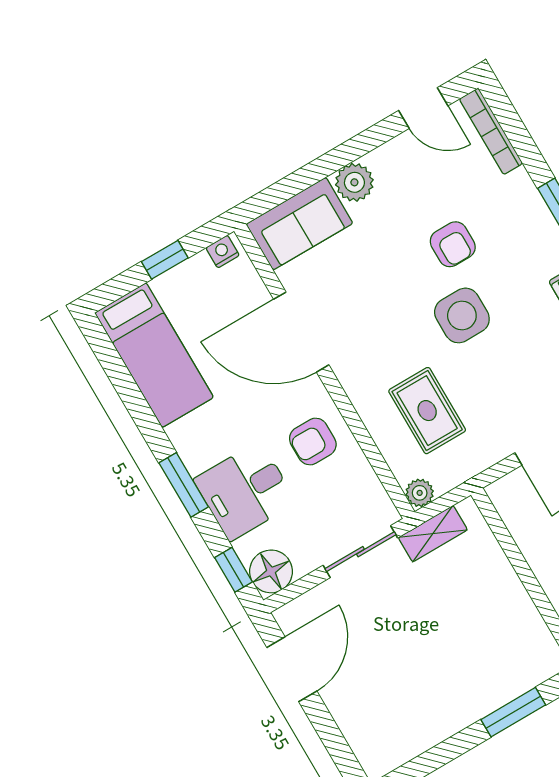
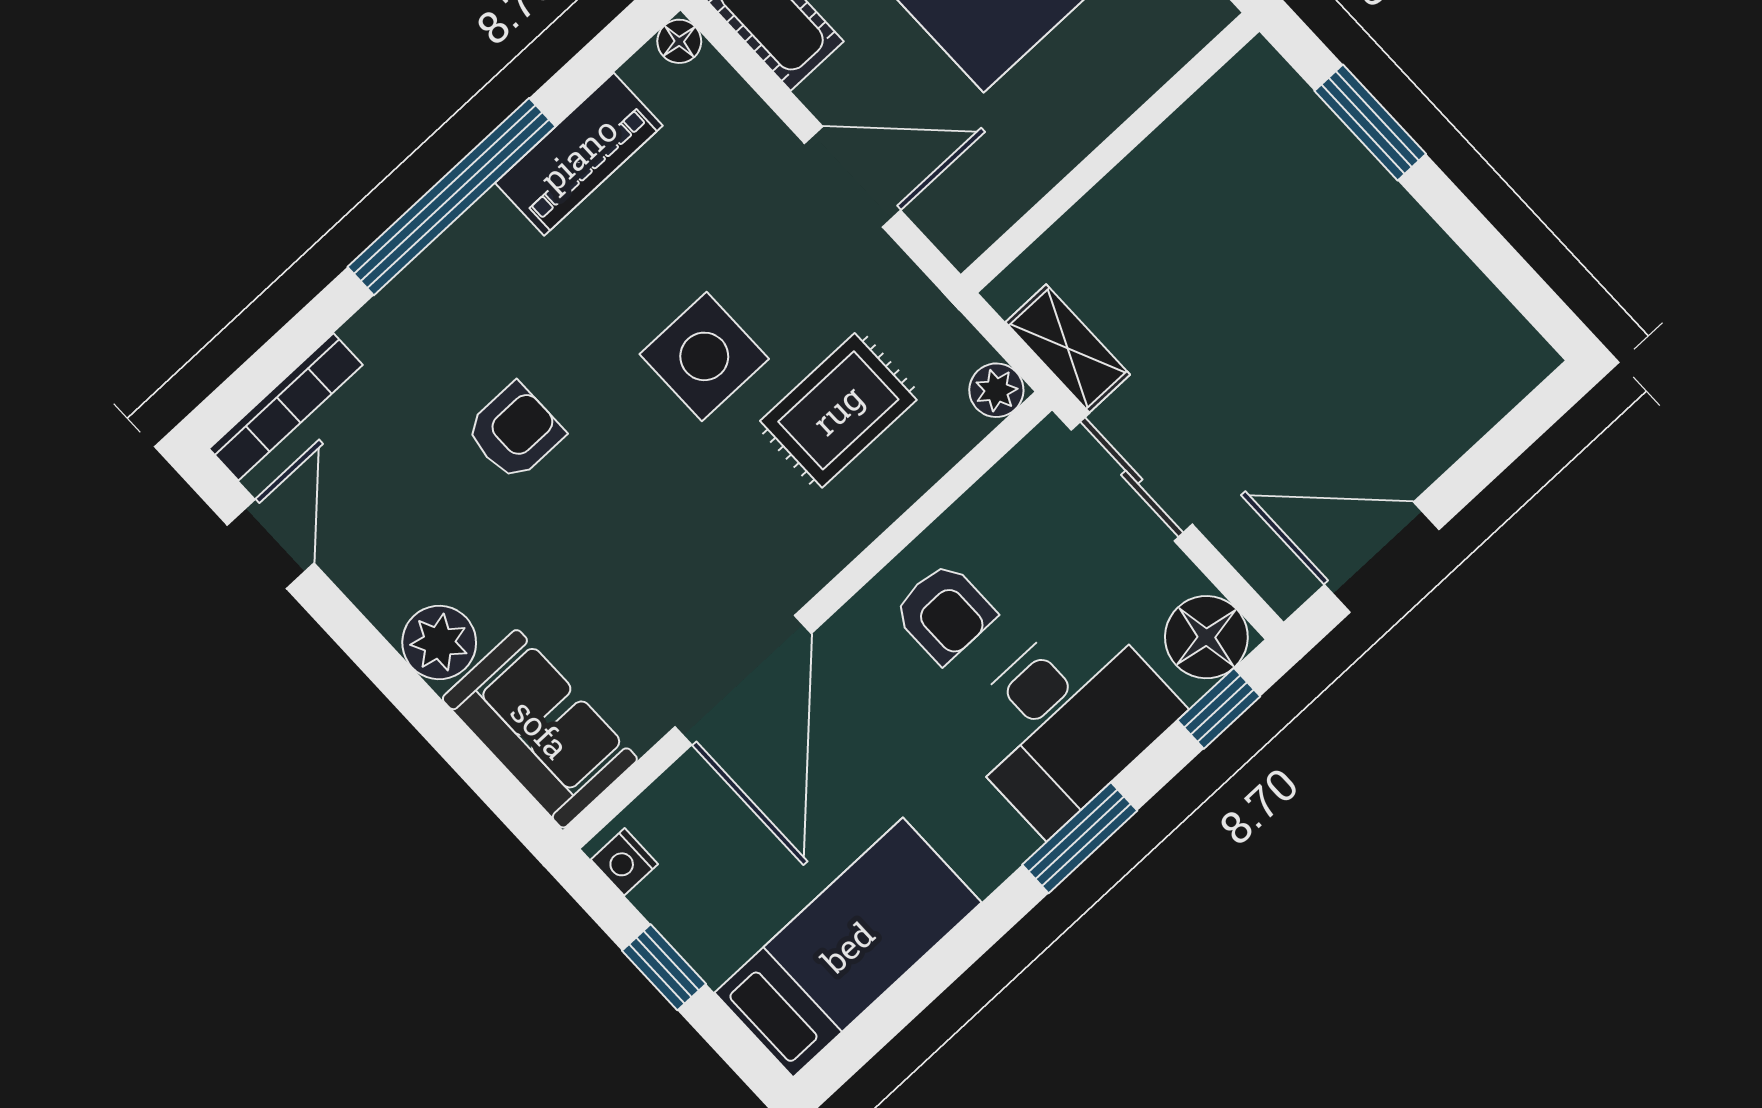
side table: (462, 315) -> (704, 356), moved
desk: (245, 491) -> (1066, 720), width x1.37

